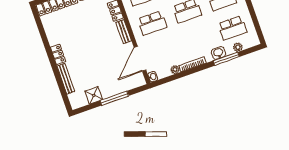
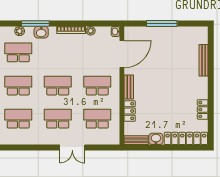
locker: (58, 54) -> (203, 109), moved
shower: (94, 95) -> (181, 34), removed

